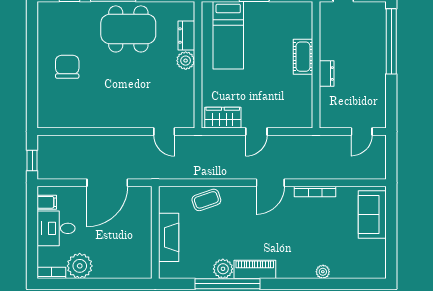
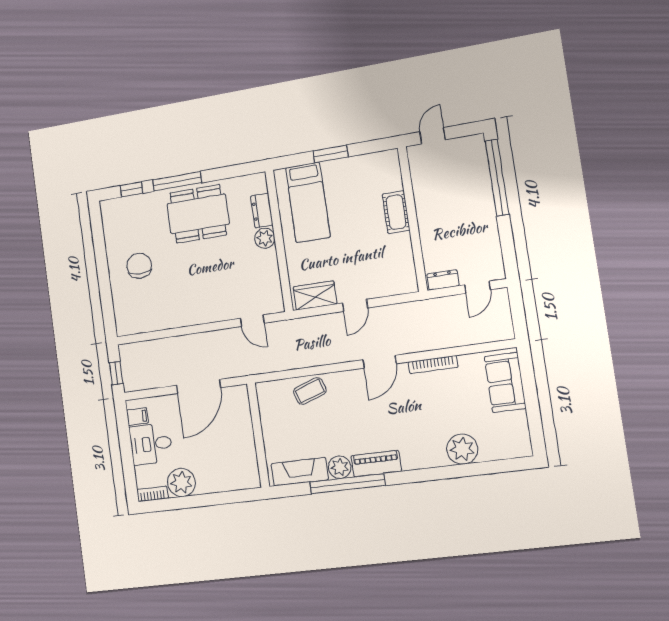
dresser: (327, 73) -> (443, 280), moved, turned -90
fireplace: (169, 237) -> (300, 472), moved, turned -90
plant: (323, 272) -> (462, 449), width x1.87, depth x1.87

